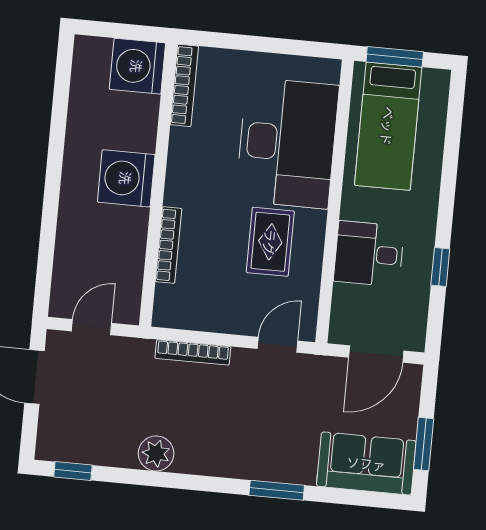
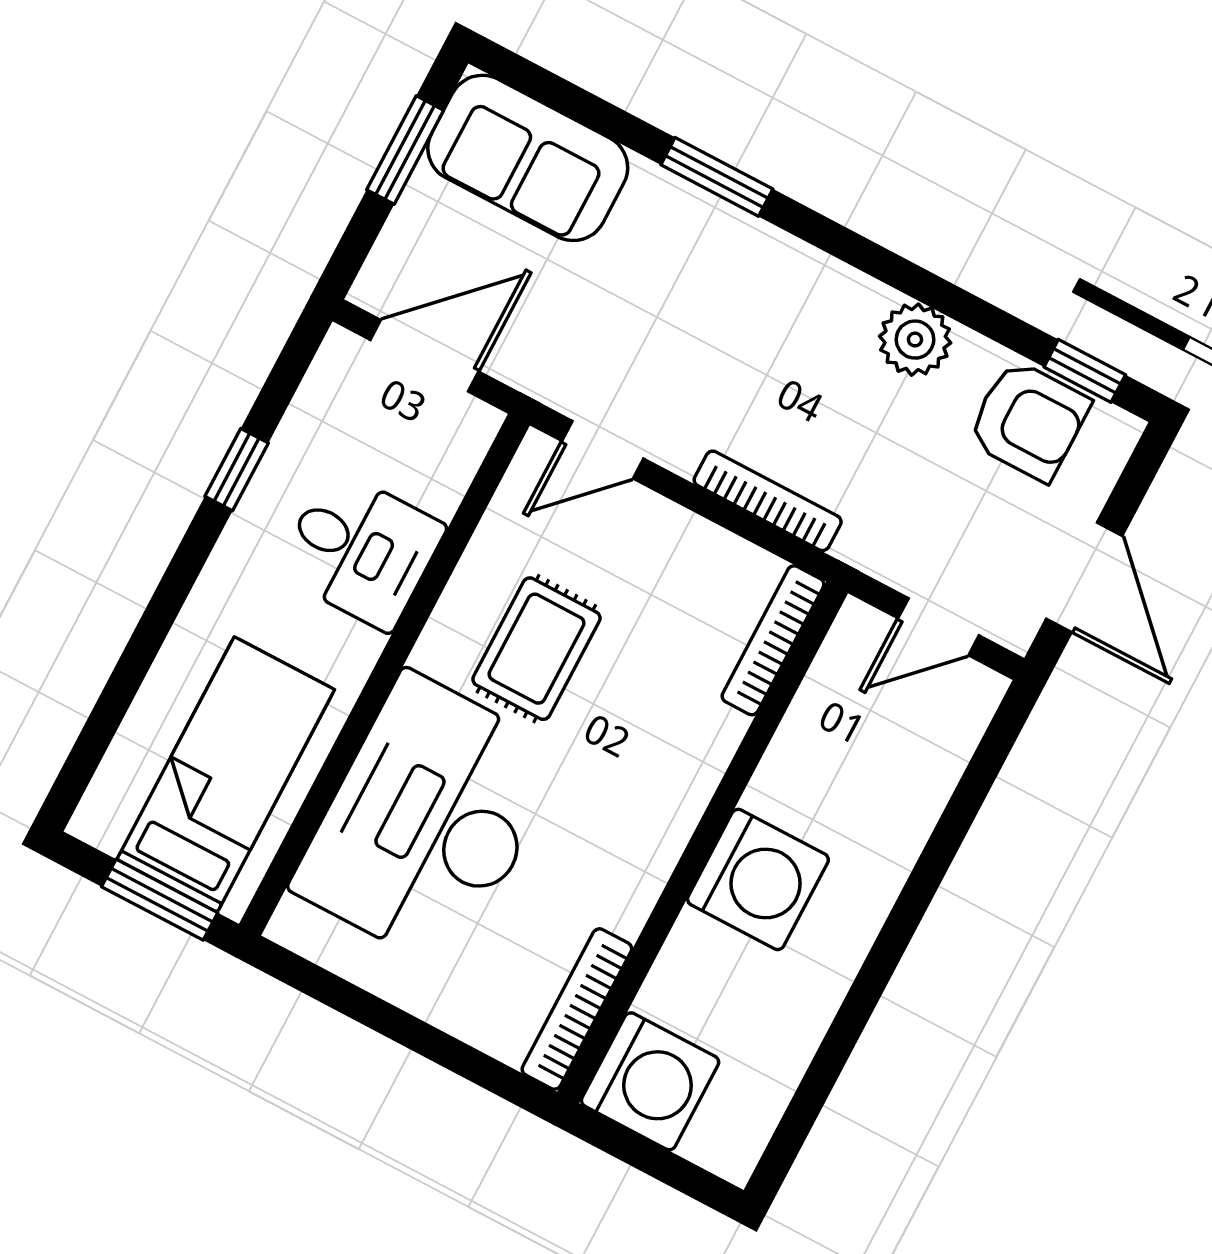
bookcase: (169, 245) -> (773, 640), moved
armchair: (89, 438) -> (1029, 420), added

